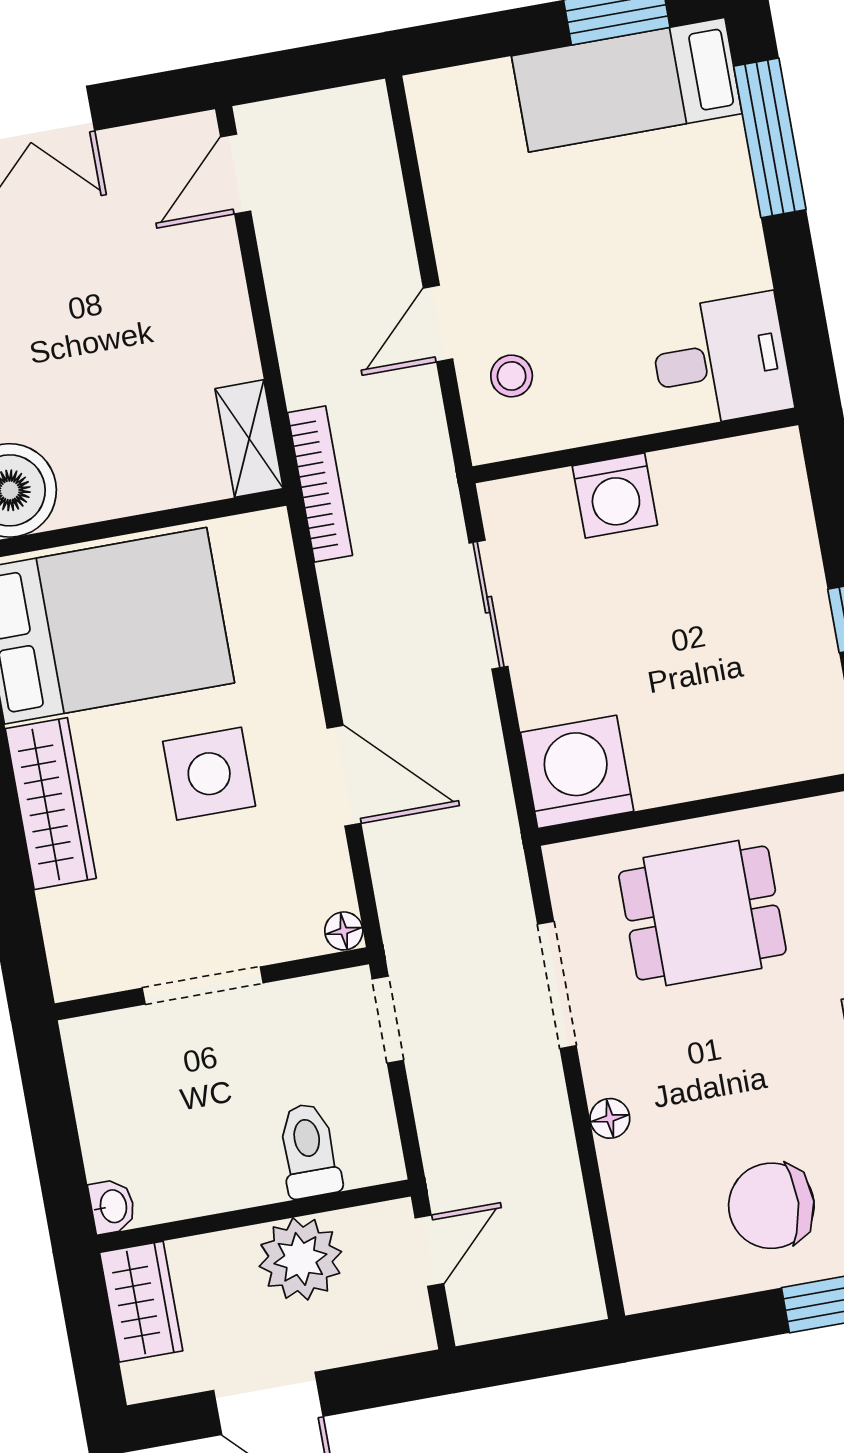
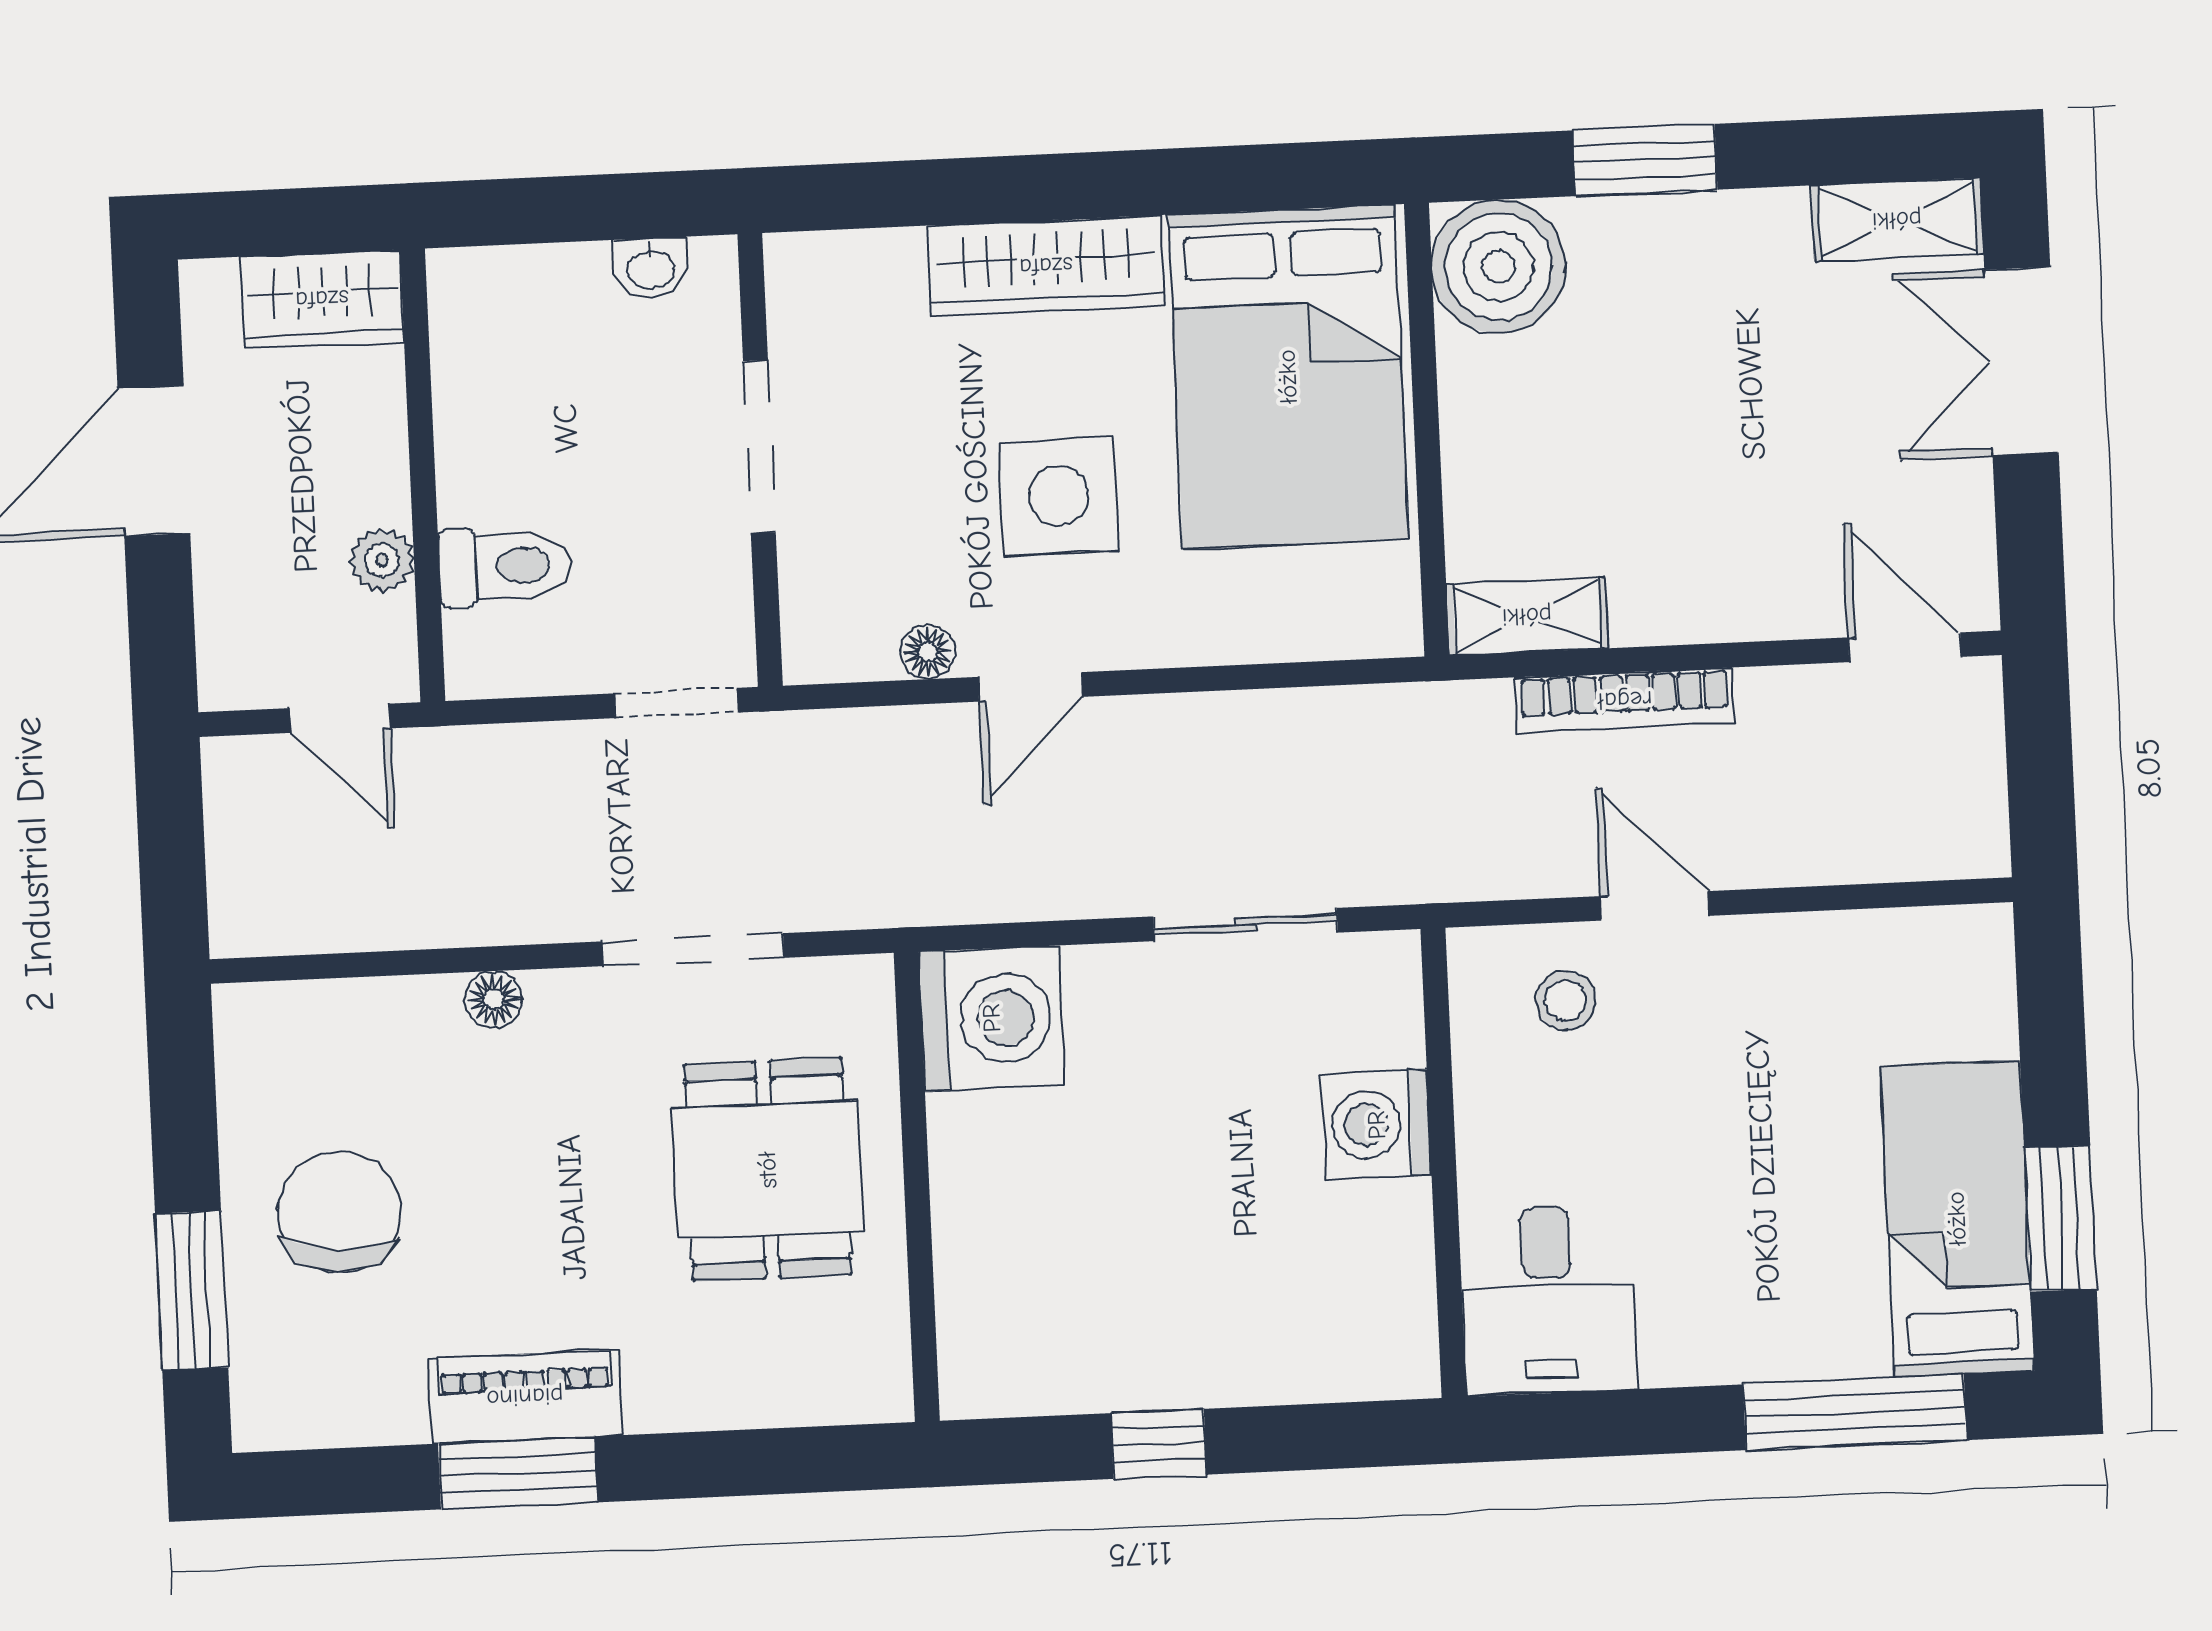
bookcase: (320, 484) -> (1625, 700), moved
door: (344, 776) -> (1030, 687), width x0.73
floor lamp: (344, 931) -> (928, 652), moved
washbasin: (112, 1207) -> (651, 268), moved
plant: (300, 1259) -> (382, 560), width x0.53, depth x0.53

